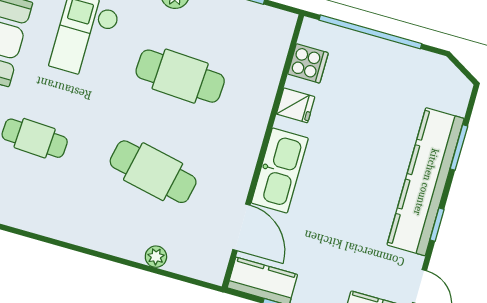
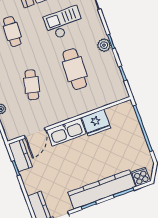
cooker: (308, 63) -> (141, 177), moved, turned 180
fridge: (296, 105) -> (96, 123), width x1.88, depth x1.34
cafe table: (153, 172) -> (32, 85), width x0.73, depth x0.74

